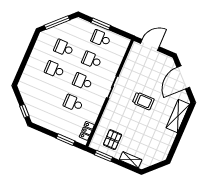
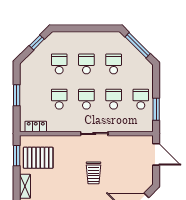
window: (101, 24) -> (156, 109), moved
school desk: (45, 91) -> (59, 64), added
window: (24, 111) -> (37, 42), moved
window: (66, 140) -> (17, 95), moved
pallet: (112, 140) -> (38, 158), width x1.50, depth x1.42

